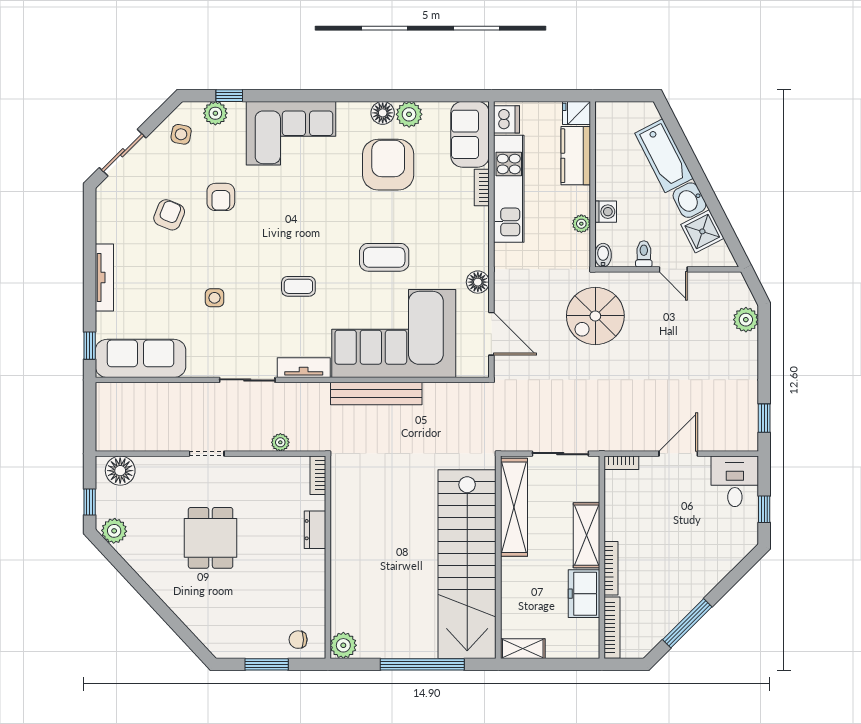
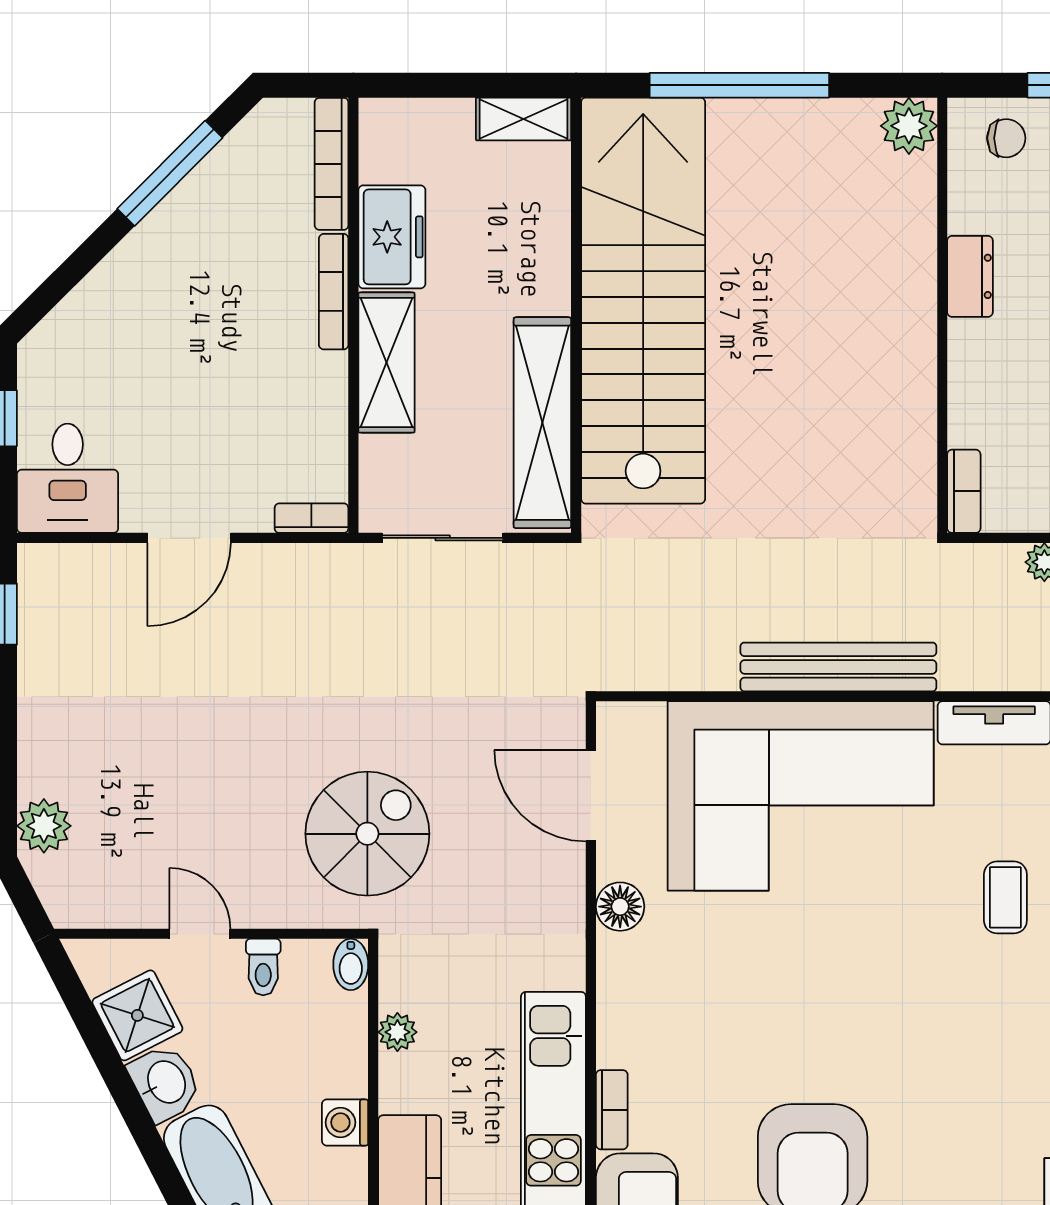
washing machine: (606, 212) -> (345, 1122), moved
coffee table: (384, 257) -> (821, 960), removed
coffee table: (298, 286) -> (1005, 897), turned 90
dresser: (315, 530) -> (970, 276), moved

